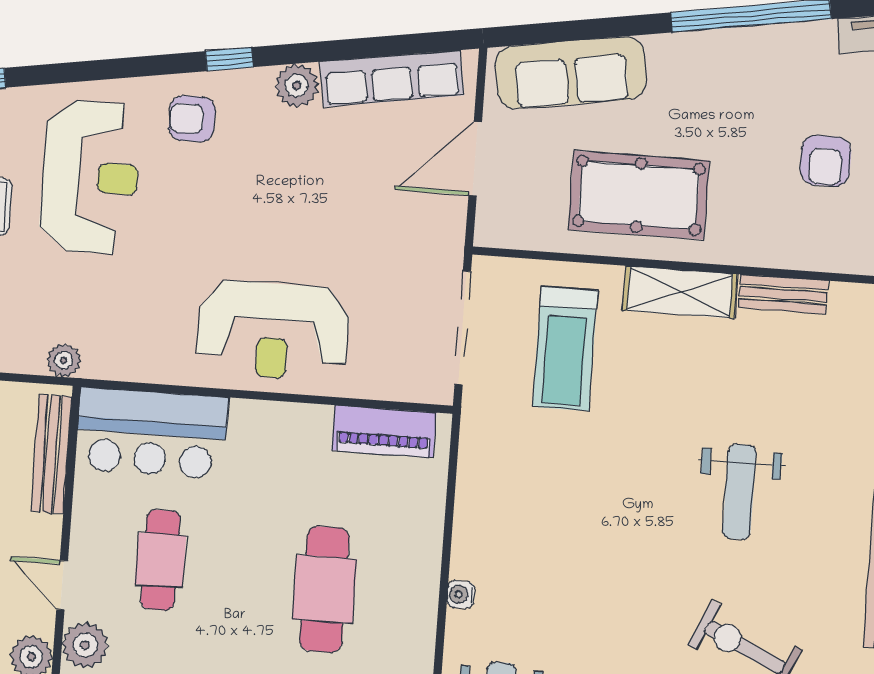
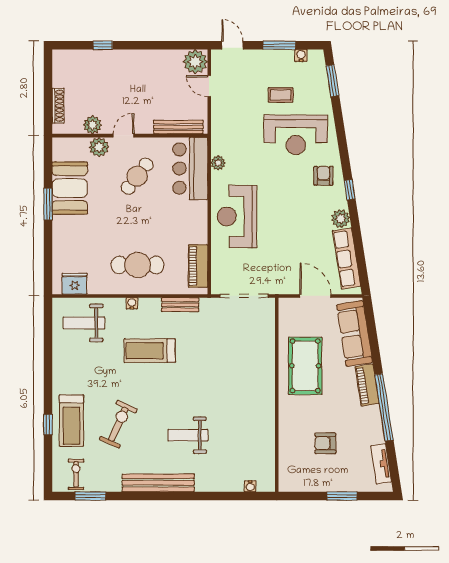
piano: (695, 52) -> (367, 385), added
shelving: (680, 292) -> (266, 386), removed
bench: (783, 294) -> (180, 305), moved, turned 90
treadmill: (565, 348) -> (150, 351), moved
plant: (64, 360) -> (218, 163), moved
weight bench: (739, 492) -> (188, 435), moved
cafe table: (160, 560) -> (137, 176), turned -52
cafe table: (324, 589) -> (138, 265), moved

